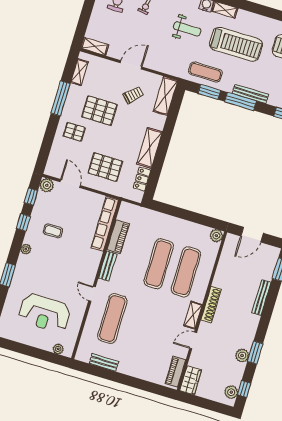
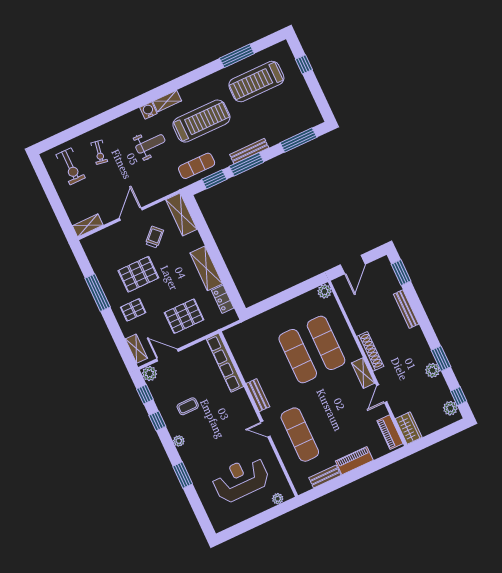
shelving: (79, 72) -> (136, 349), moved
piano: (118, 237) -> (354, 461), moved, turned -90
reception desk: (45, 313) -> (241, 479), turned 180

